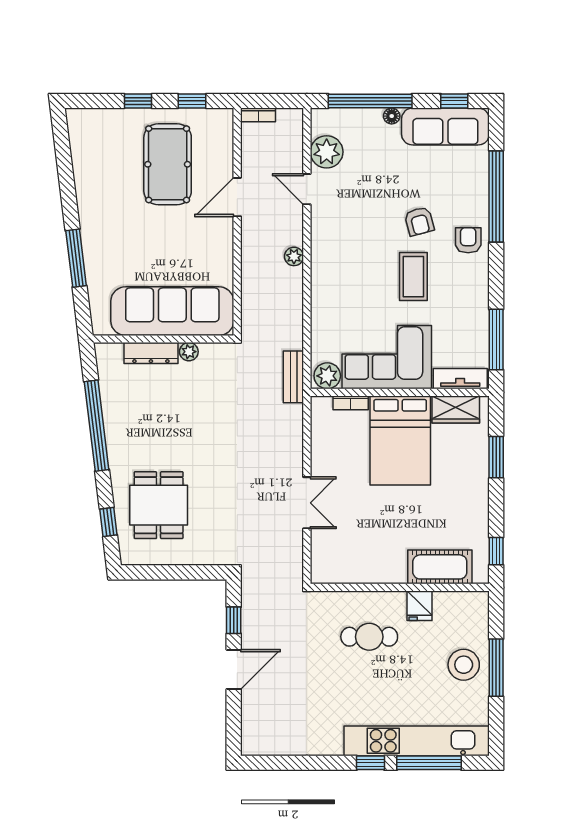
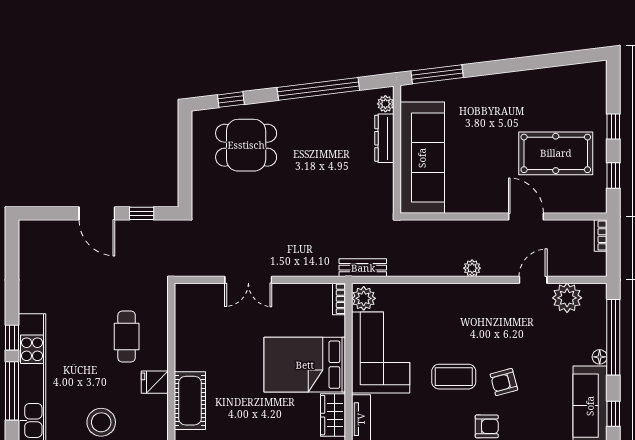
window: (76, 258) -> (437, 74), moved
plant: (189, 352) -> (385, 104), moved
bookcase: (351, 403) -> (339, 299), moved

